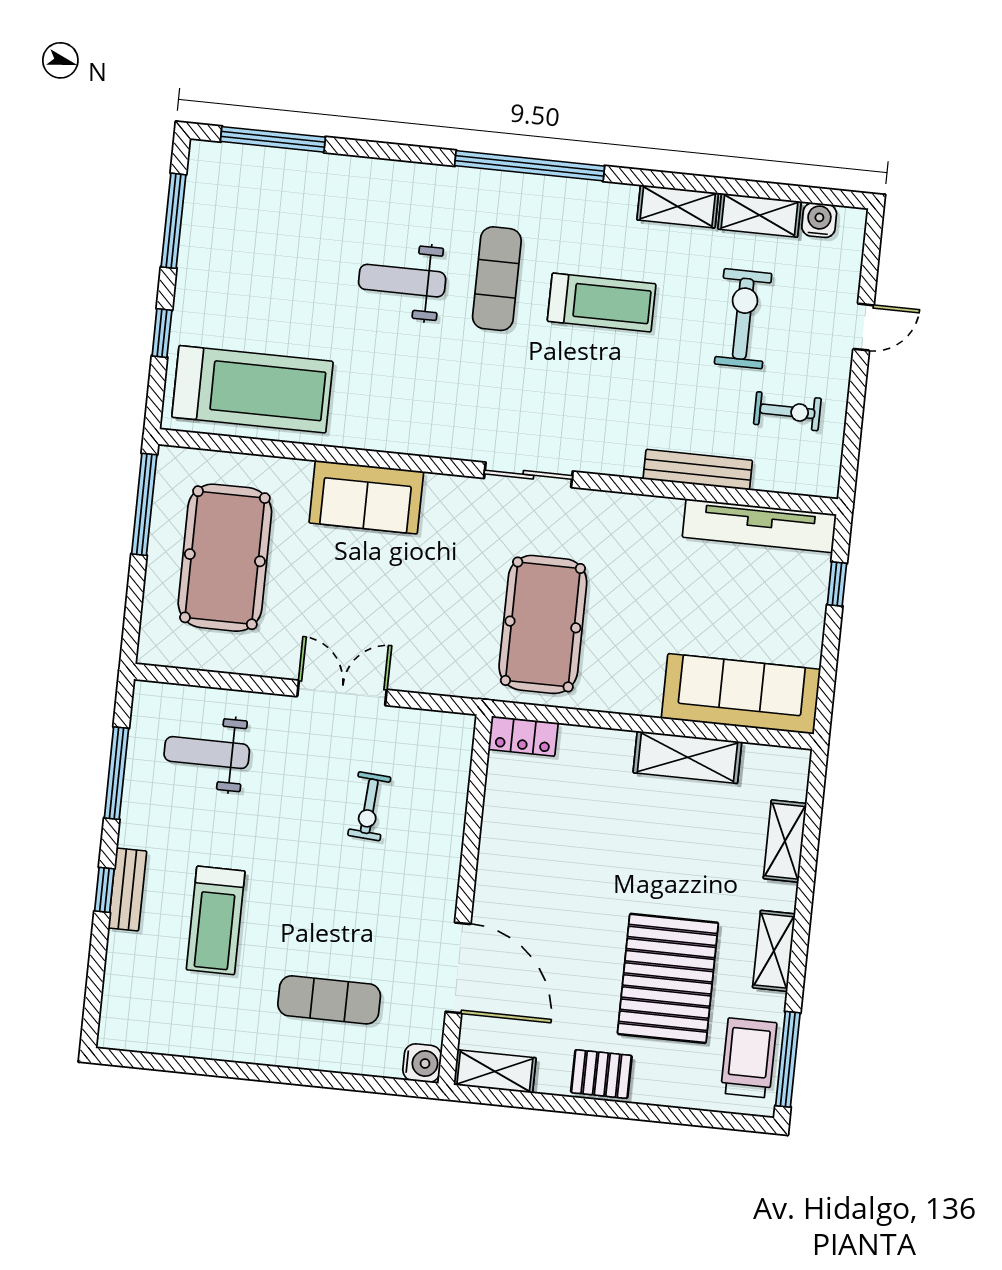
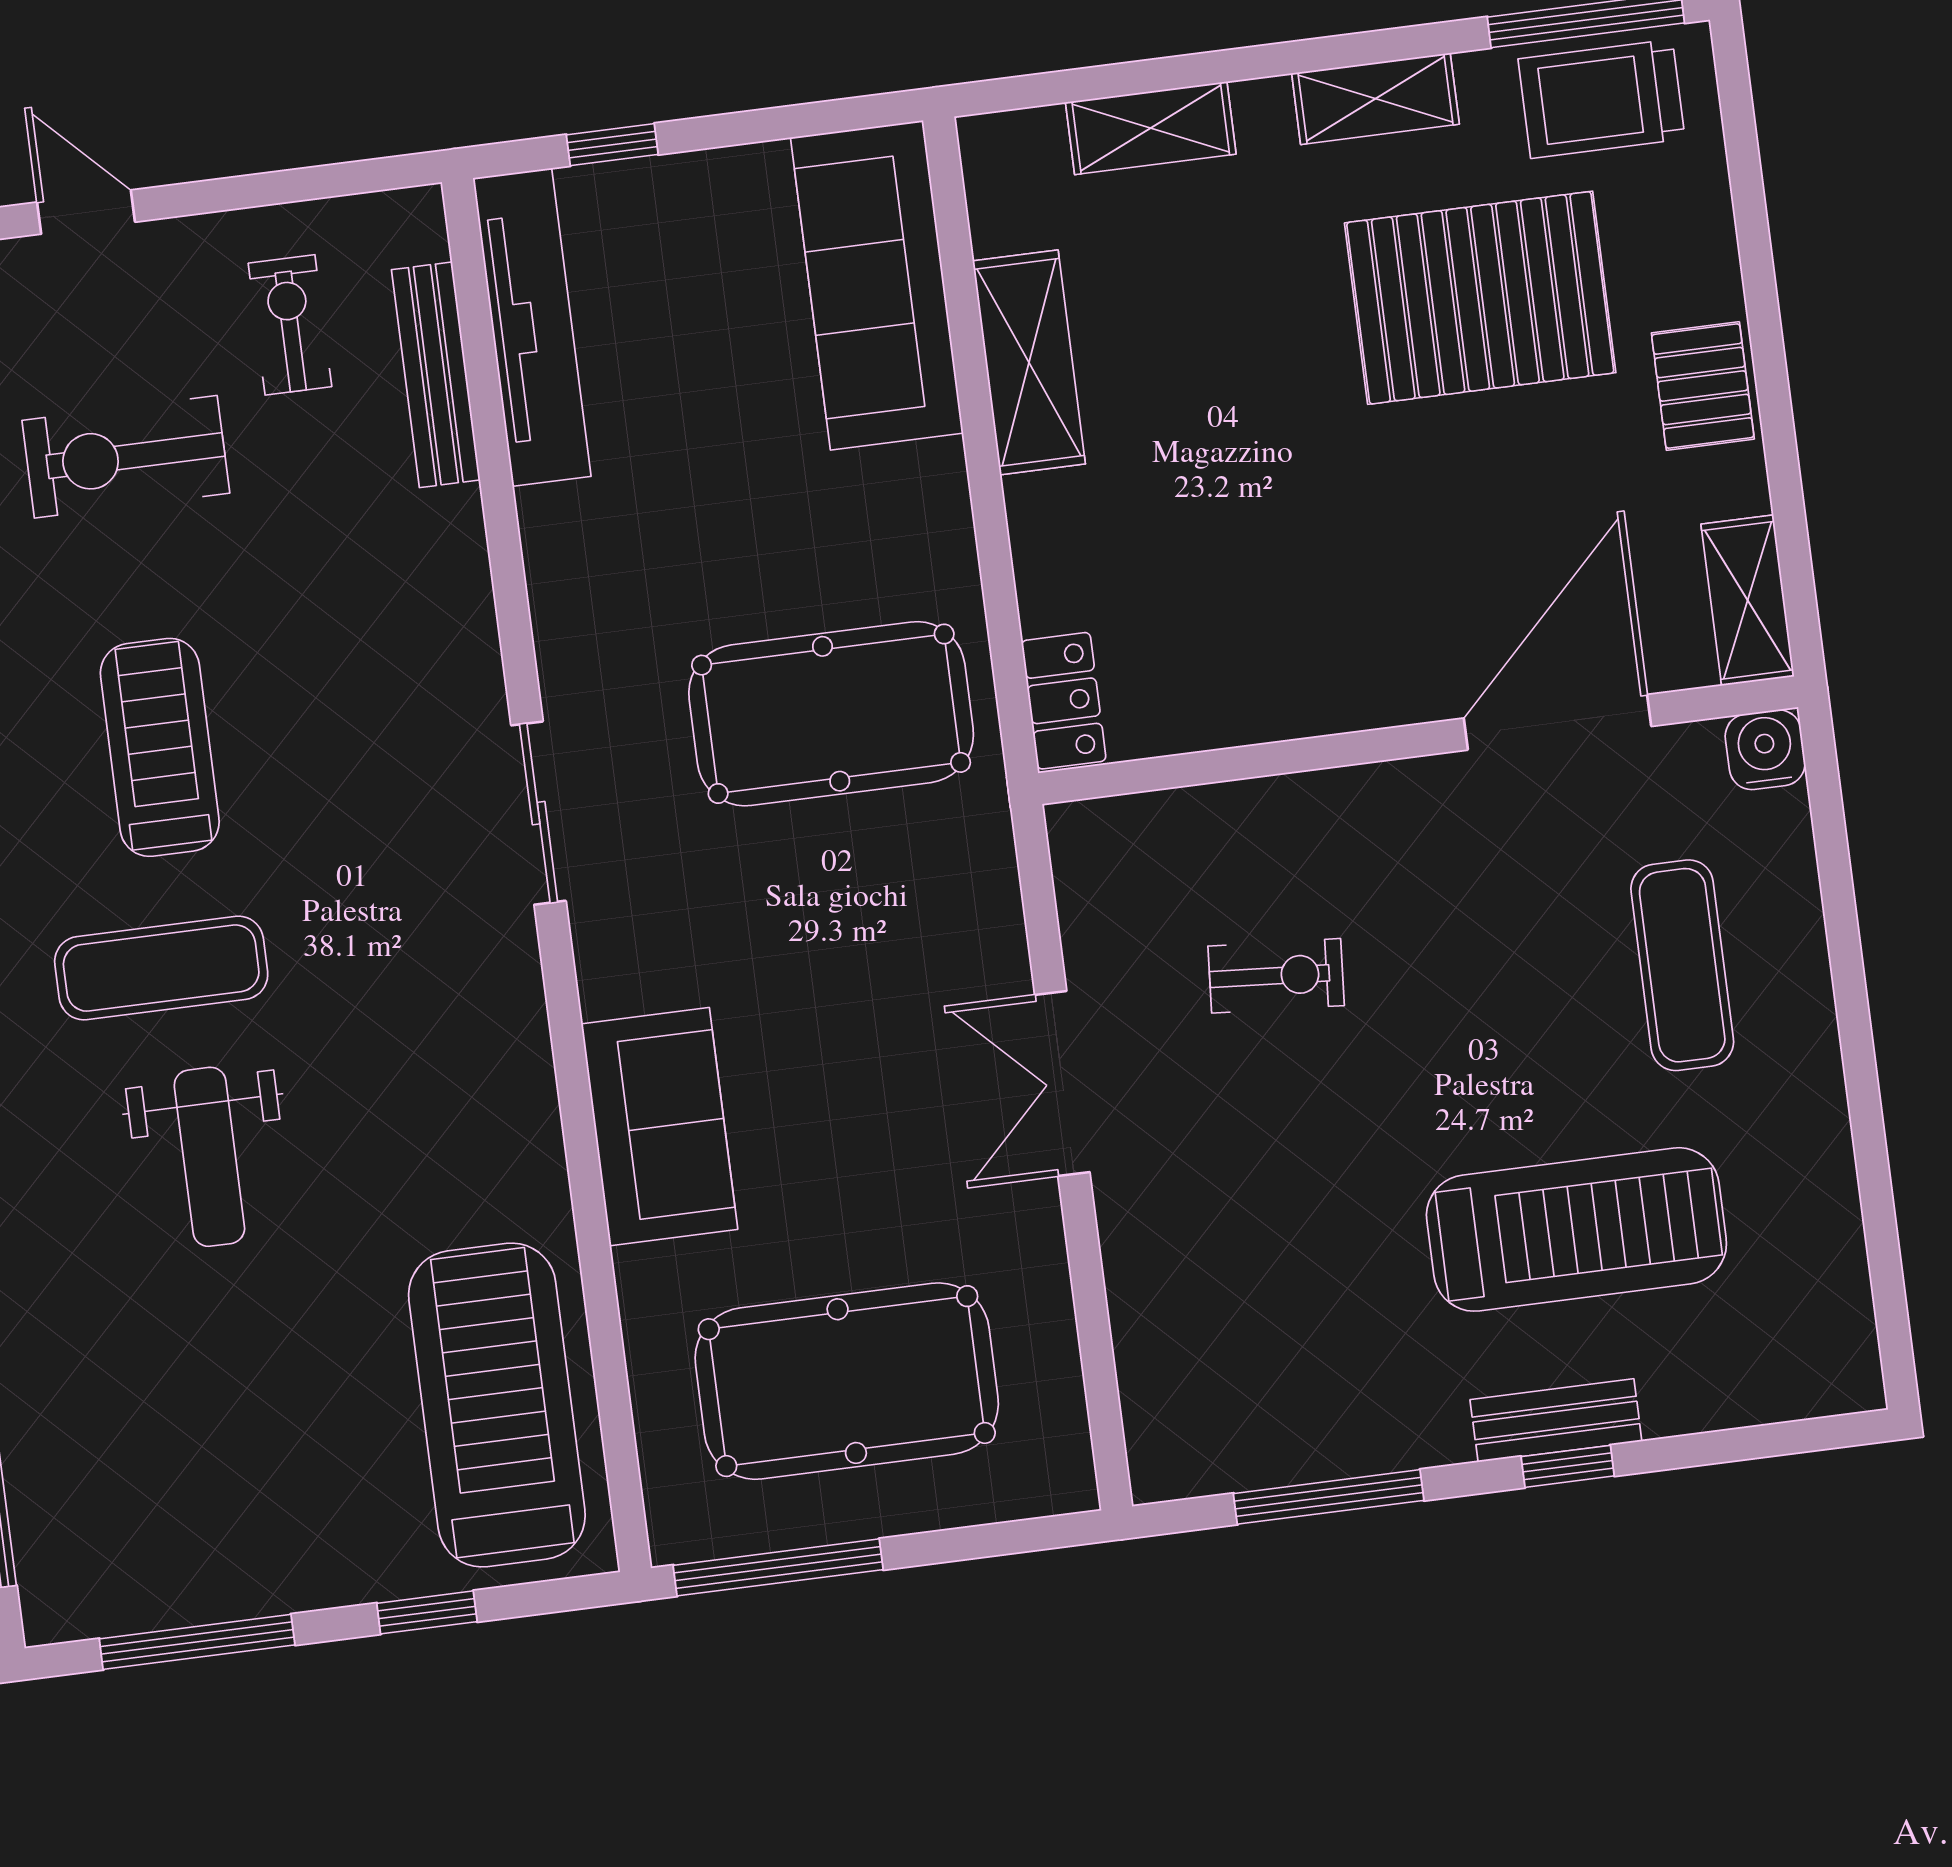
bench: (698, 470) -> (436, 375), moved
weight bench: (207, 753) -> (1245, 1326), removed
treadmill: (216, 920) -> (1576, 1229), width x1.37, depth x1.38

